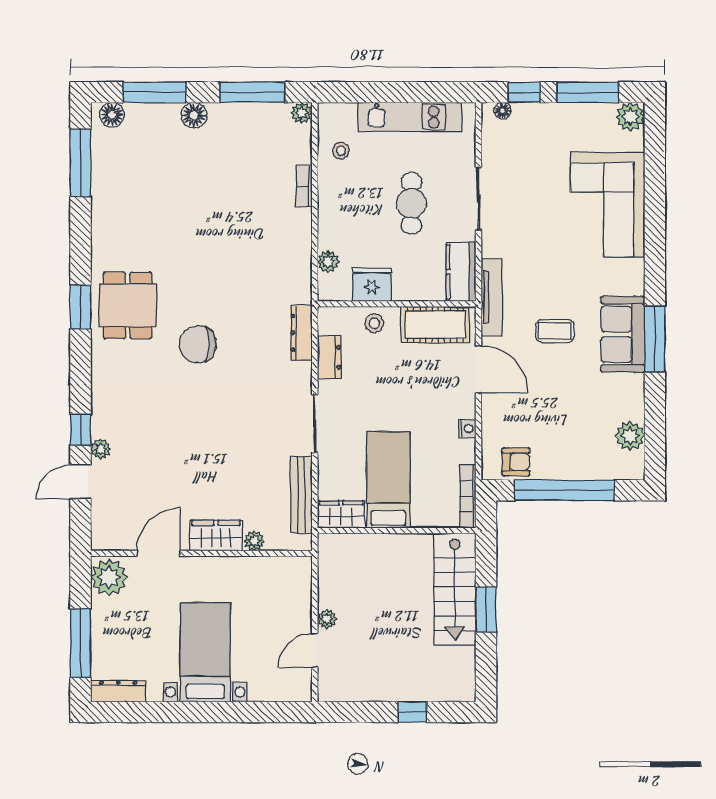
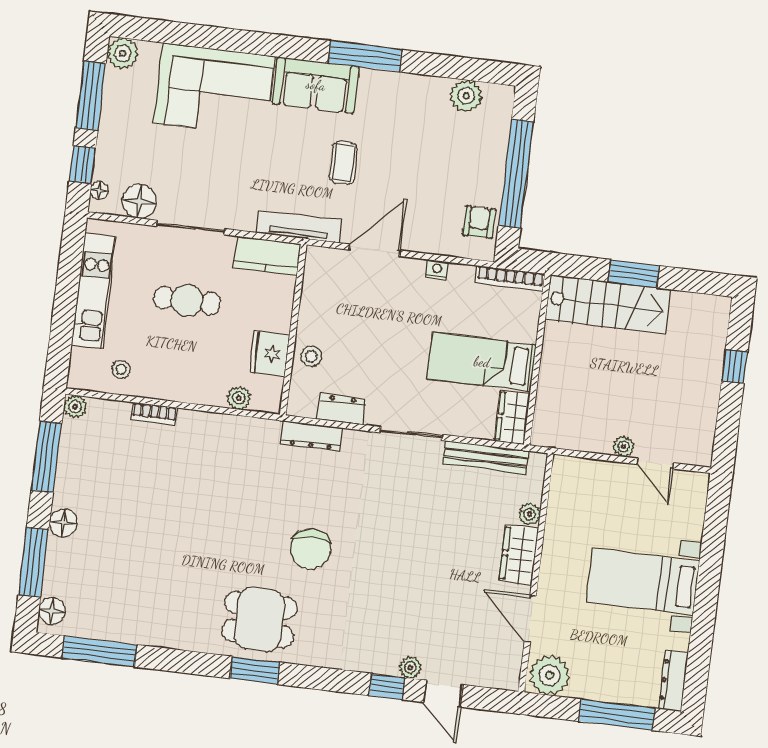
floor lamp: (497, 149) -> (139, 201), added
cot: (435, 325) -> (321, 291), removed
sofa: (623, 334) -> (316, 85), moved

